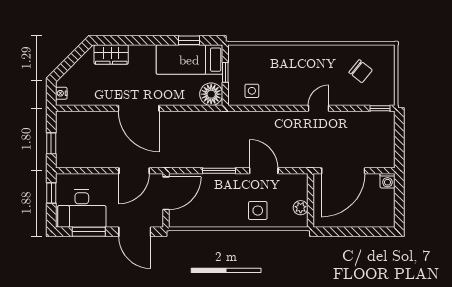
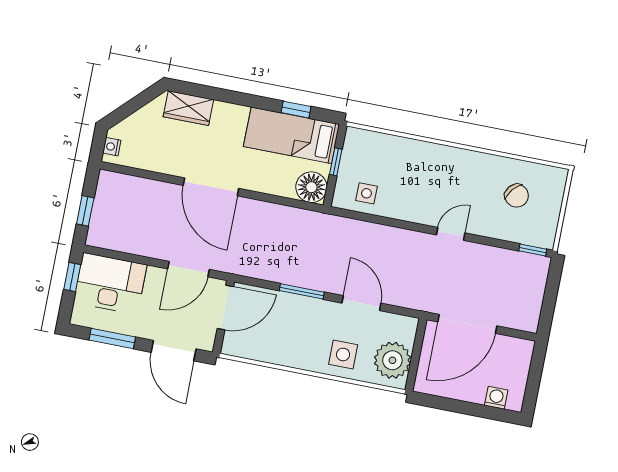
washing machine: (387, 181) -> (496, 398), moved, turned 180
desk: (82, 208) -> (110, 284), moved, turned 180
plant: (301, 208) -> (392, 360), width x1.88, depth x1.88

